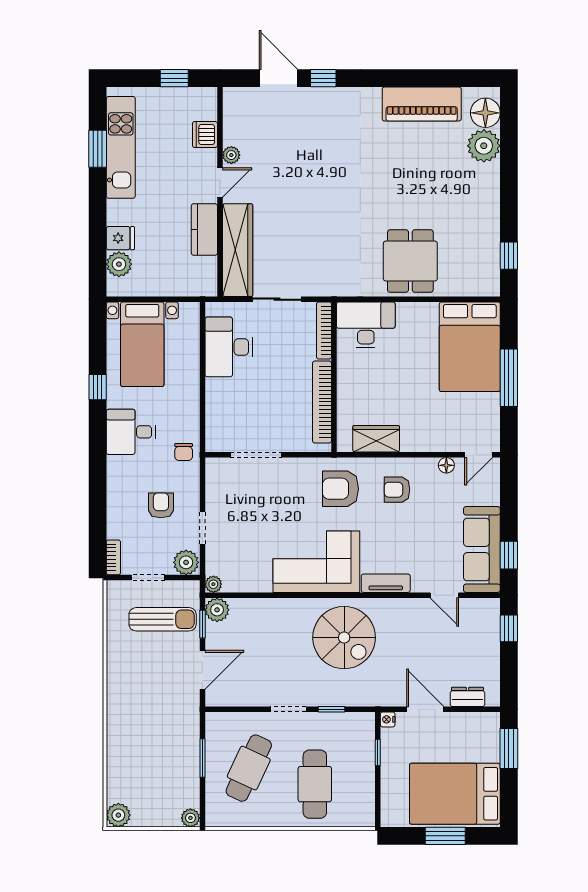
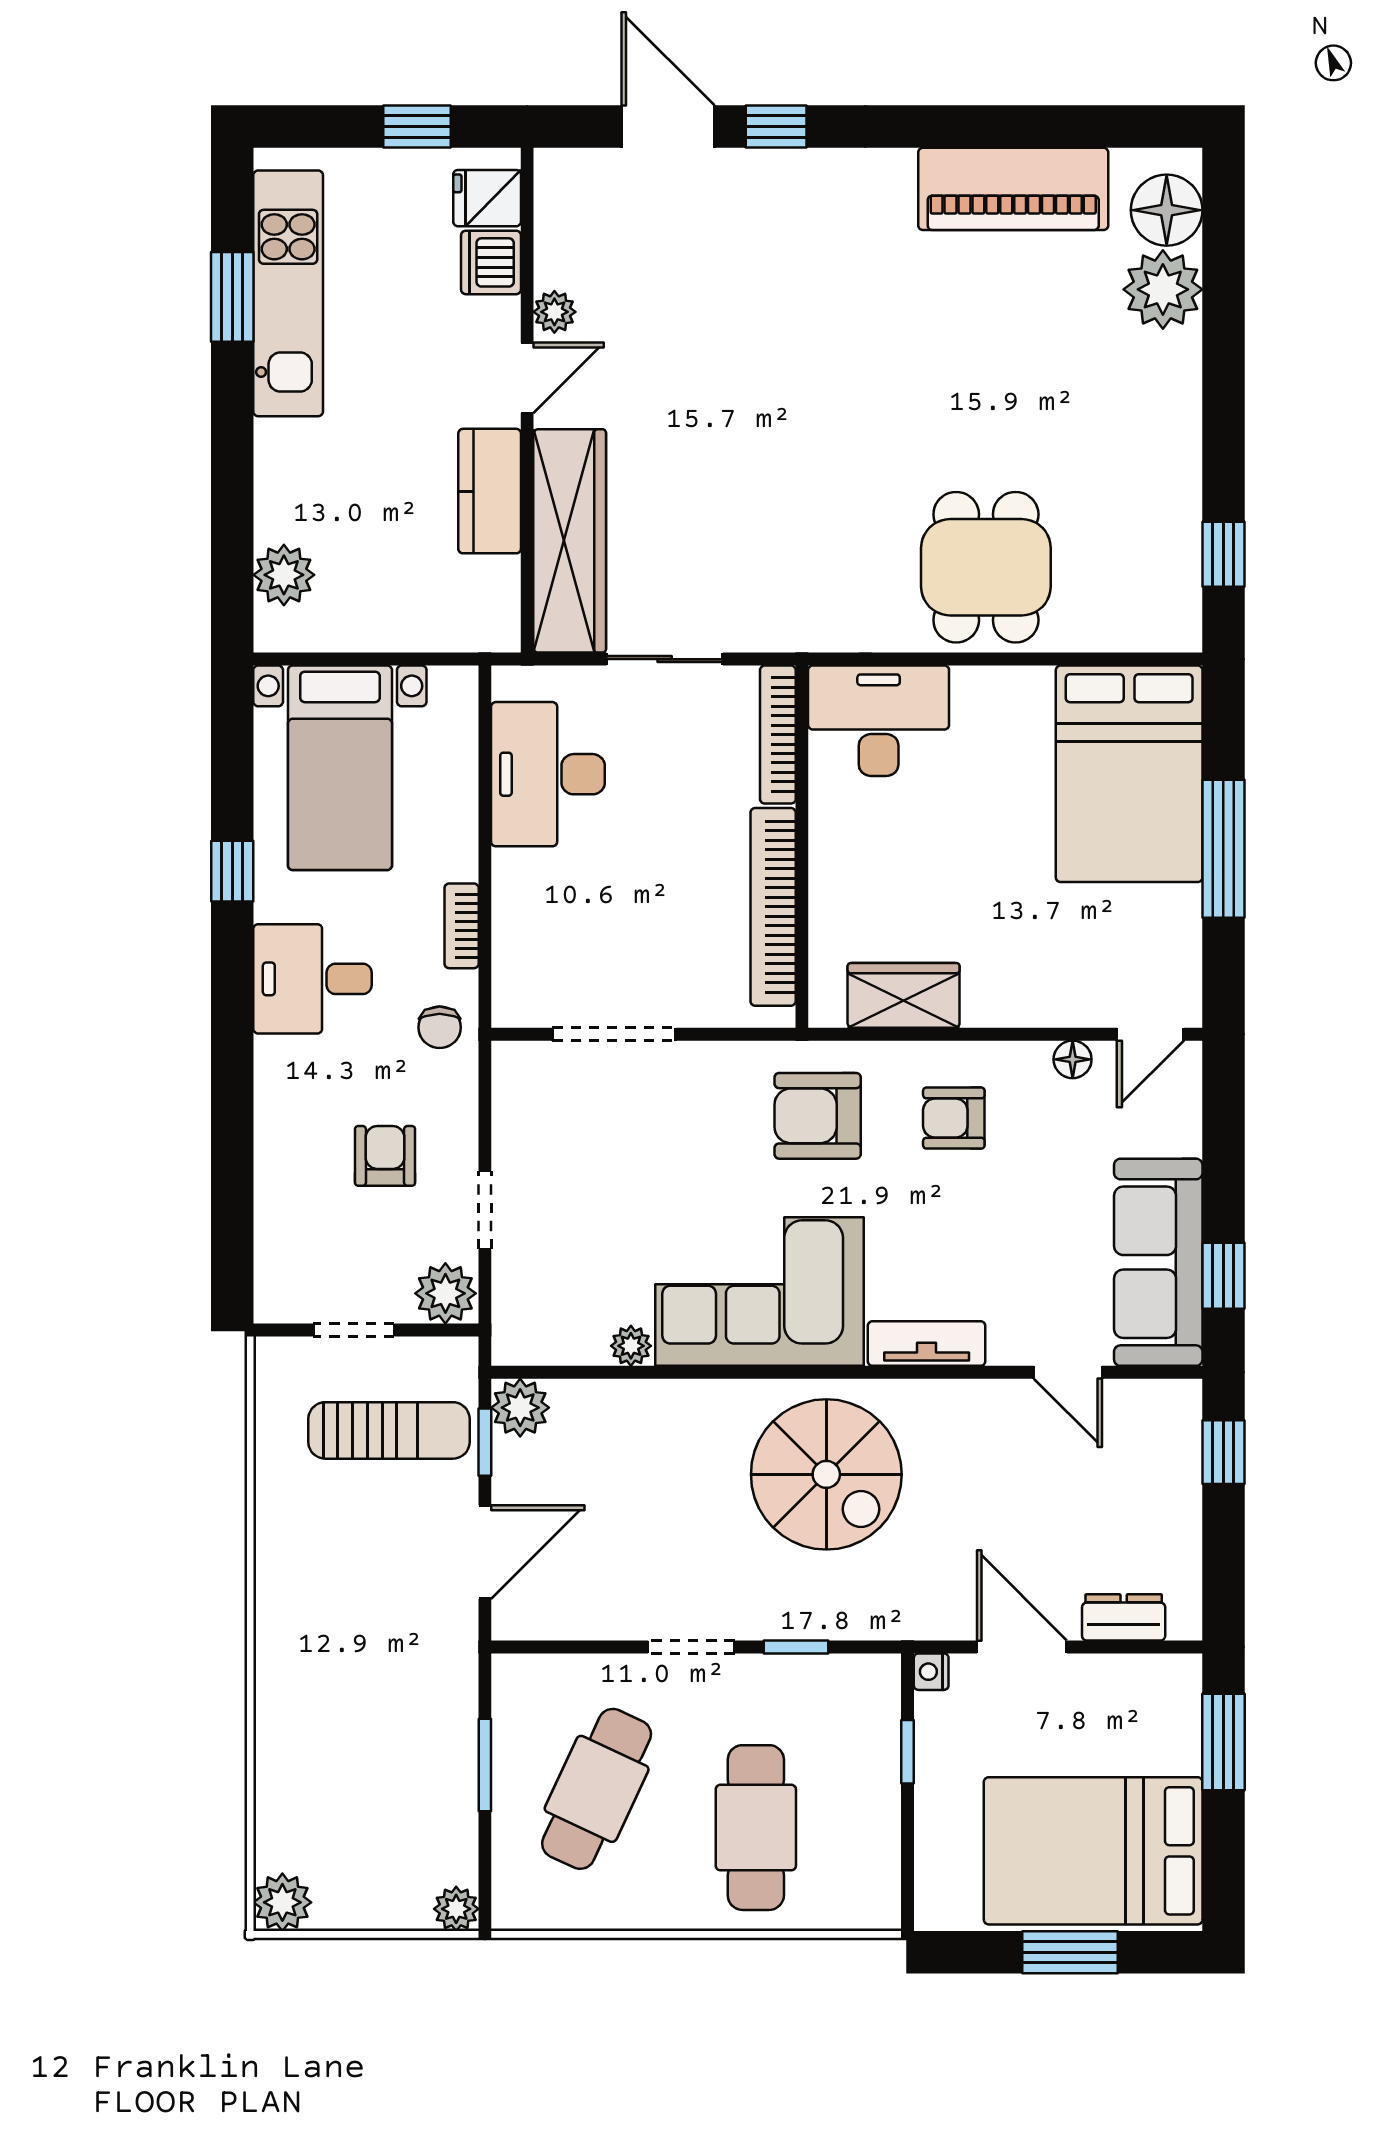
fridge: (120, 238) -> (487, 198), moved, turned 180
bookcase: (113, 557) -> (462, 926), moved, turned 180
plant: (213, 584) -> (631, 1346), moved

